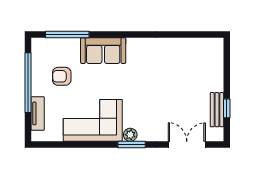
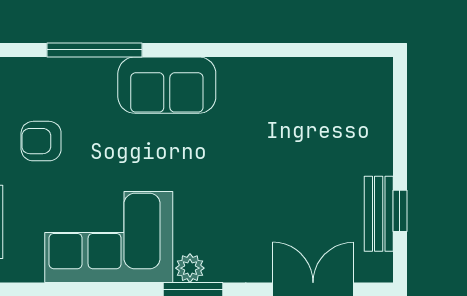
window: (67, 34) -> (94, 50), moved
sofa: (103, 51) -> (167, 85), moved

